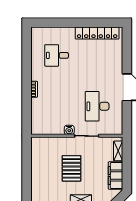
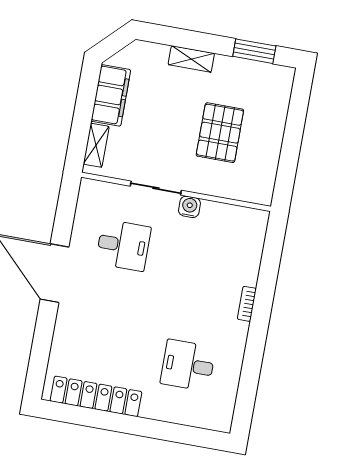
desk: (57, 55) -> (188, 365), turned 180
desk: (97, 106) -> (123, 245), width x0.73
pallet: (71, 168) -> (220, 133), moved

